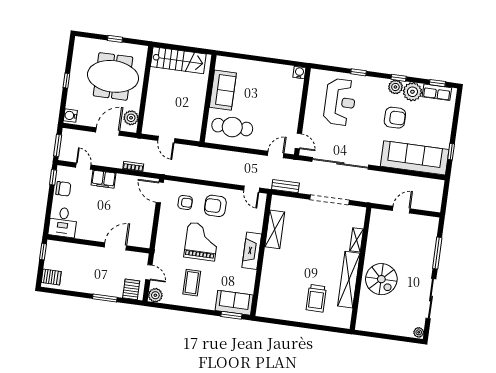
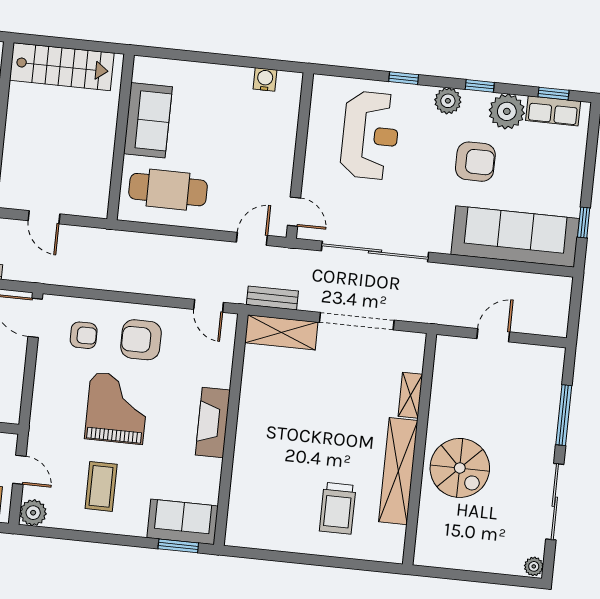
water cooler: (299, 73) -> (265, 79), moved
plant: (395, 87) -> (448, 101), moved
shelving: (275, 229) -> (281, 332), moved, turned 90

